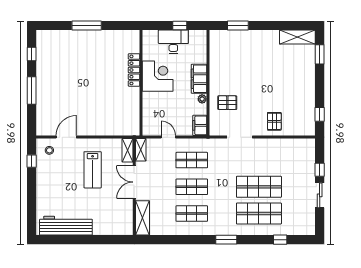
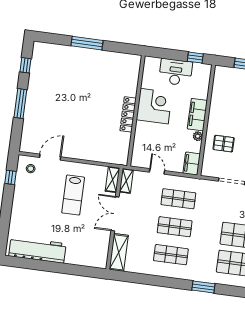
window: (180, 25) -> (195, 58), moved
locker: (134, 70) -> (128, 114), moved

